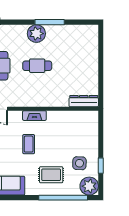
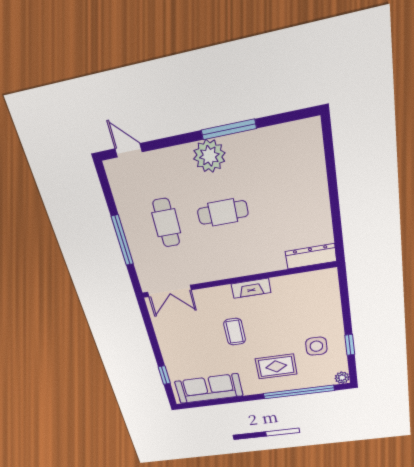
fireplace: (34, 116) -> (251, 288), moved
plant: (89, 186) -> (342, 378), width x0.53, depth x0.53

